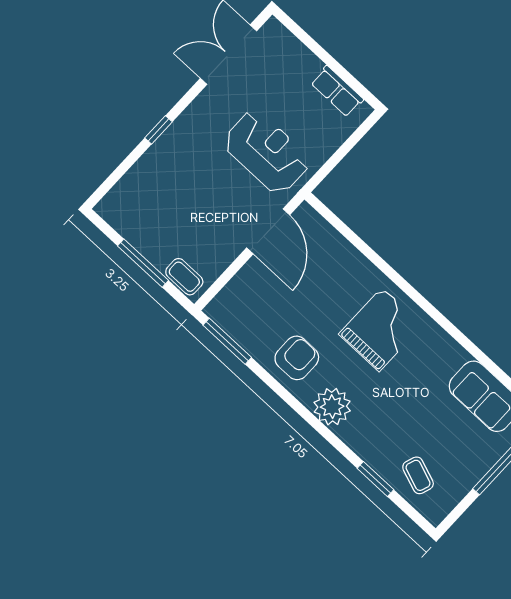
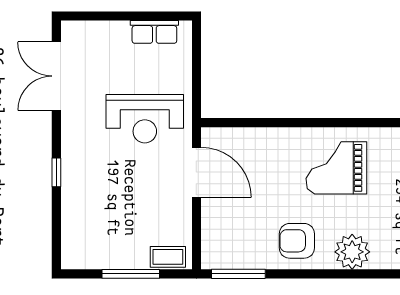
reception desk: (267, 152) -> (145, 119), turned 180
grand piano: (381, 330) -> (336, 168), turned -90
armchair: (297, 358) -> (297, 241), turned -90

